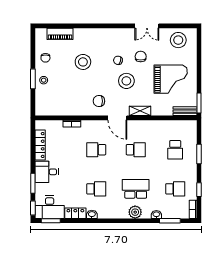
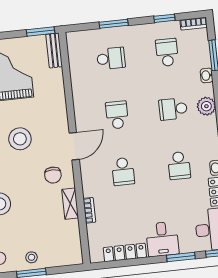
shelving: (140, 111) -> (70, 204), moved
school desk: (96, 189) -> (179, 165), turned 180
school desk: (136, 189) -> (173, 109), width x0.54

